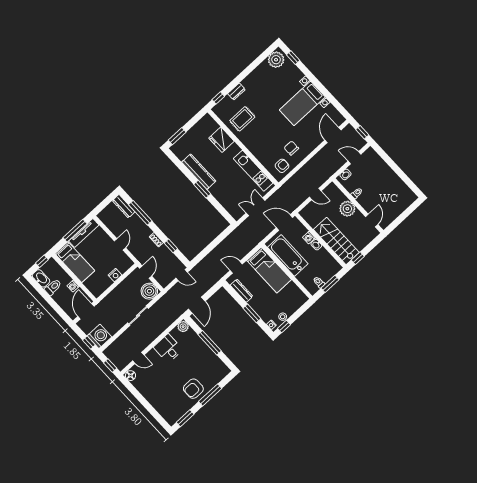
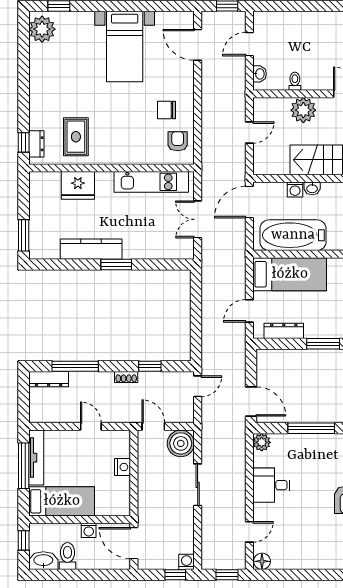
dresser: (236, 92) -> (36, 144), moved
washing machine: (99, 336) -> (186, 562), width x0.53, depth x0.53

